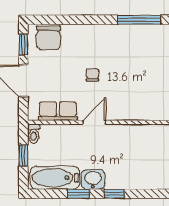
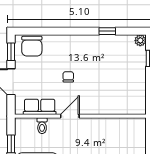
window: (139, 20) -> (107, 31), width x0.46
toilet: (34, 134) -> (42, 126), moved

